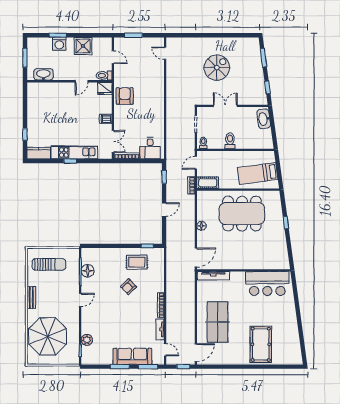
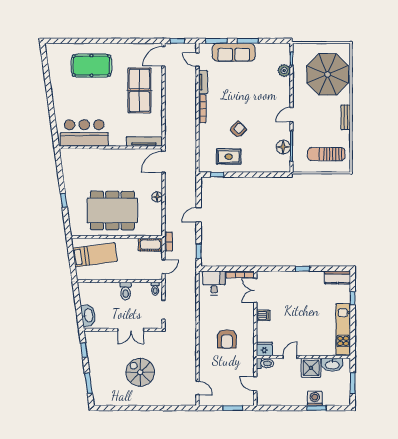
shower: (83, 46) -> (311, 368), moved
spiral stairs: (217, 68) -> (140, 372), turned 90
armchair: (125, 96) -> (227, 339), moved
kitchen unit: (74, 152) -> (343, 329), moved, turned 90
pool table: (261, 344) -> (91, 66), turned 90

